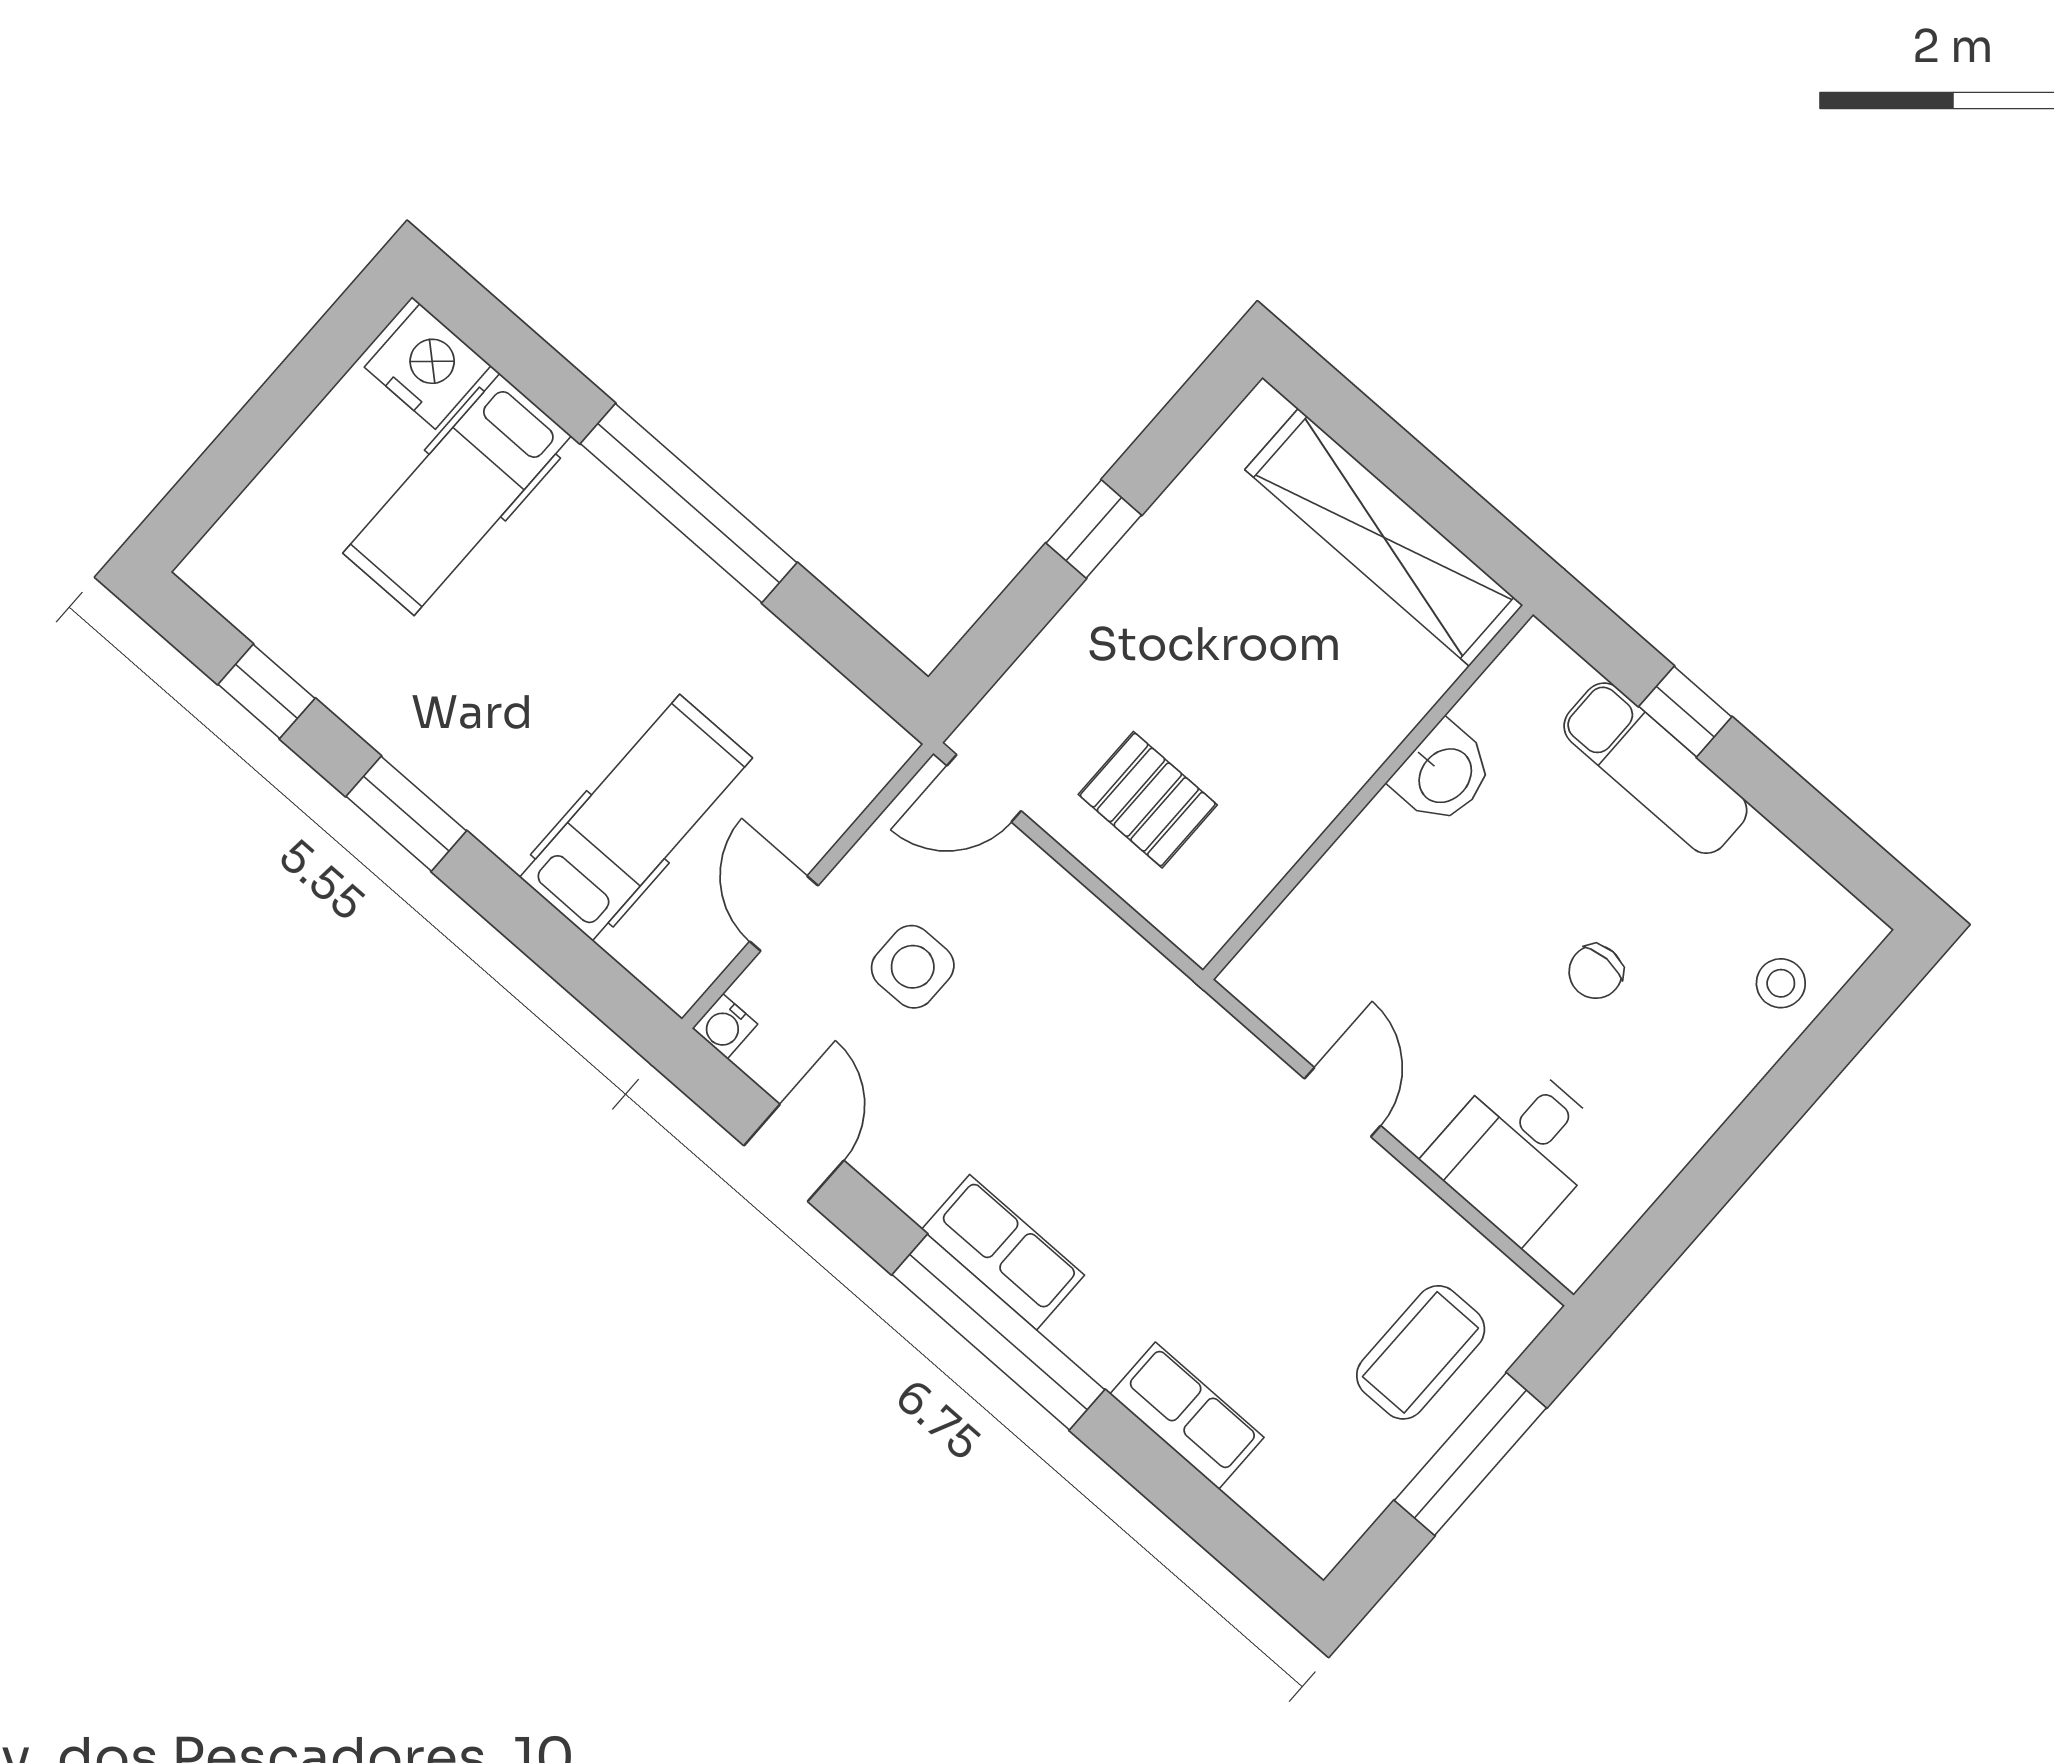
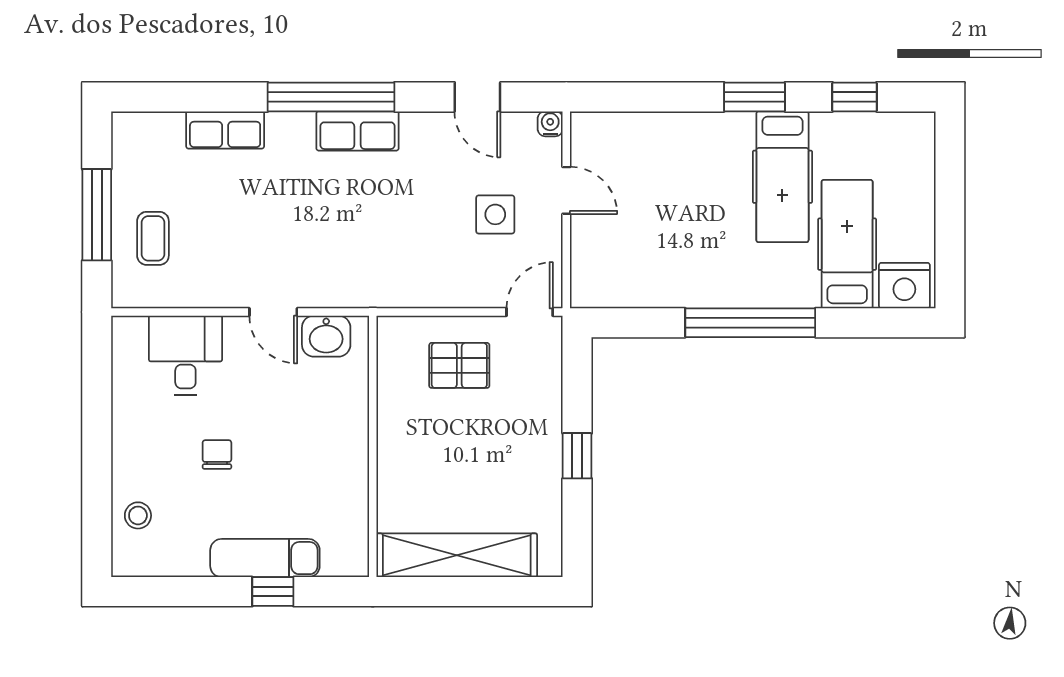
washbasin: (1444, 774) -> (326, 336), moved, turned -90
hospital bed: (636, 818) -> (782, 177), moved
coffee table: (1421, 1352) -> (153, 238), width x0.73, depth x0.77

